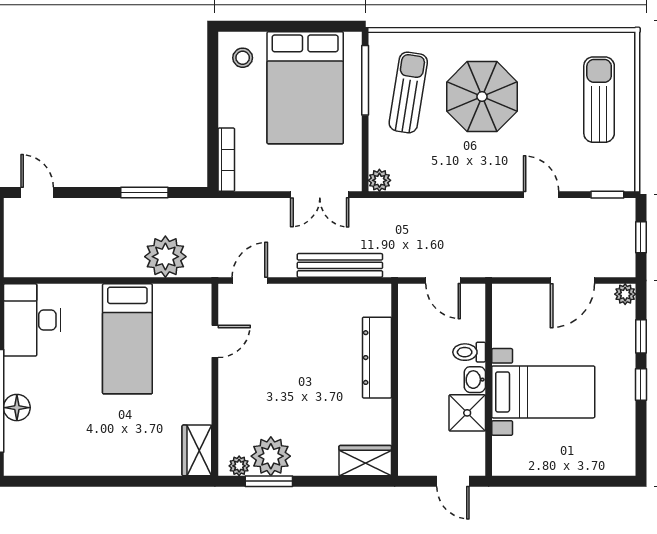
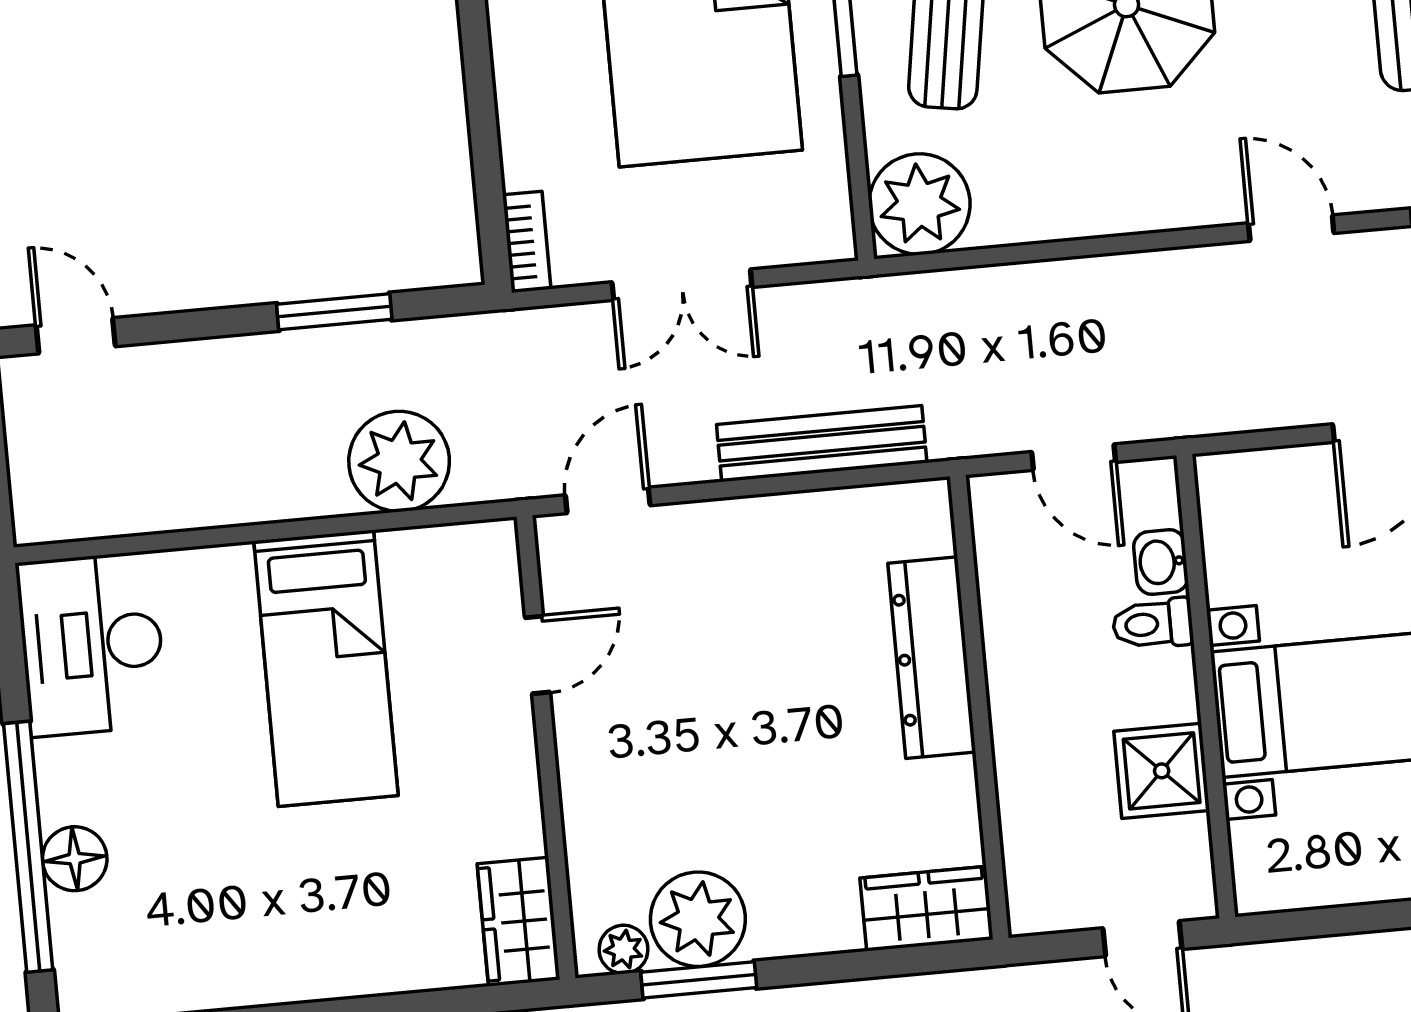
bookcase: (226, 160) -> (527, 242), width x0.64
plant: (379, 180) -> (919, 204), width x1.87, depth x1.87
double door: (320, 195) -> (682, 285), moved
washbasin: (475, 380) -> (1161, 562), moved

